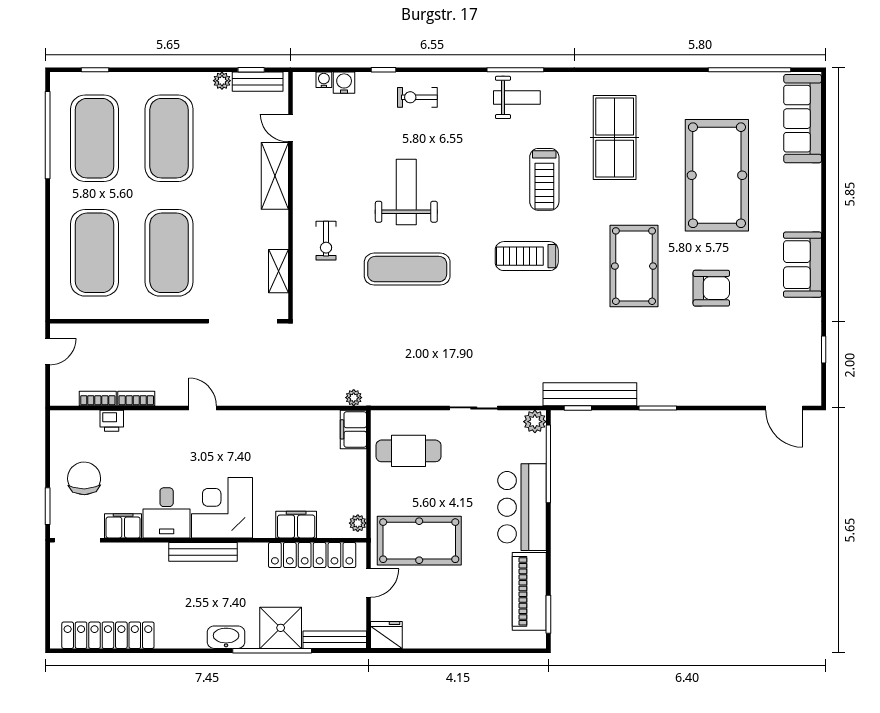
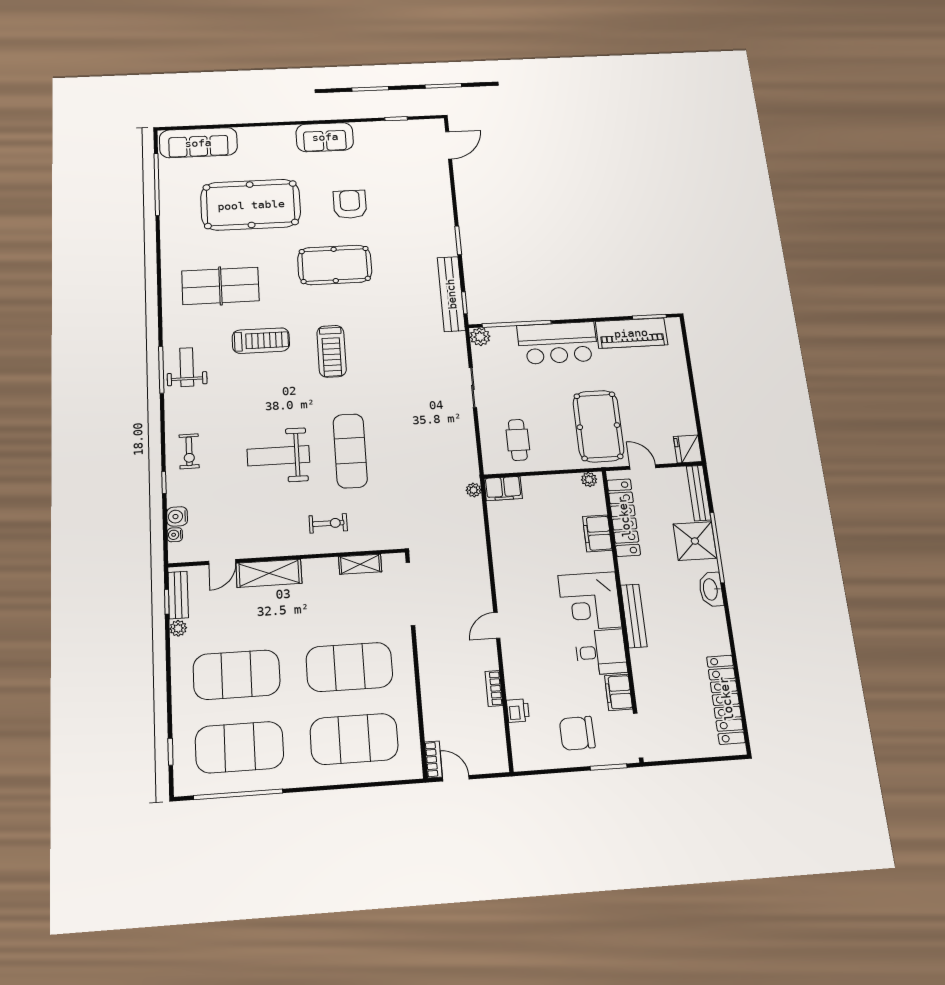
bookcase: (98, 398) -> (433, 759), moved, turned 180
cafe table: (408, 451) -> (518, 440), width x0.73, depth x0.74

